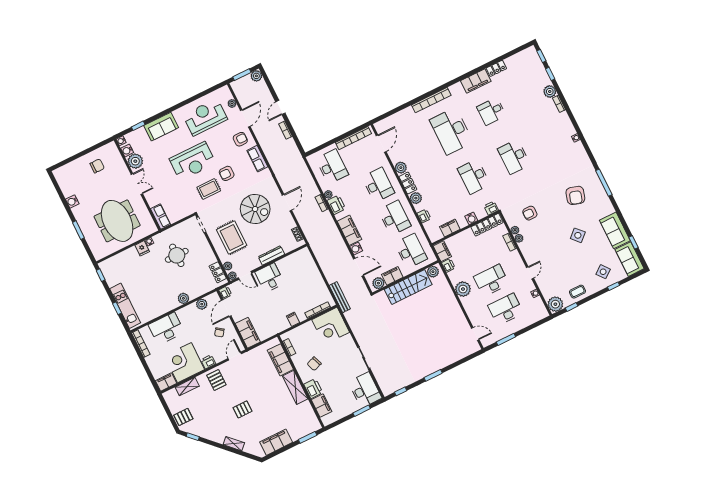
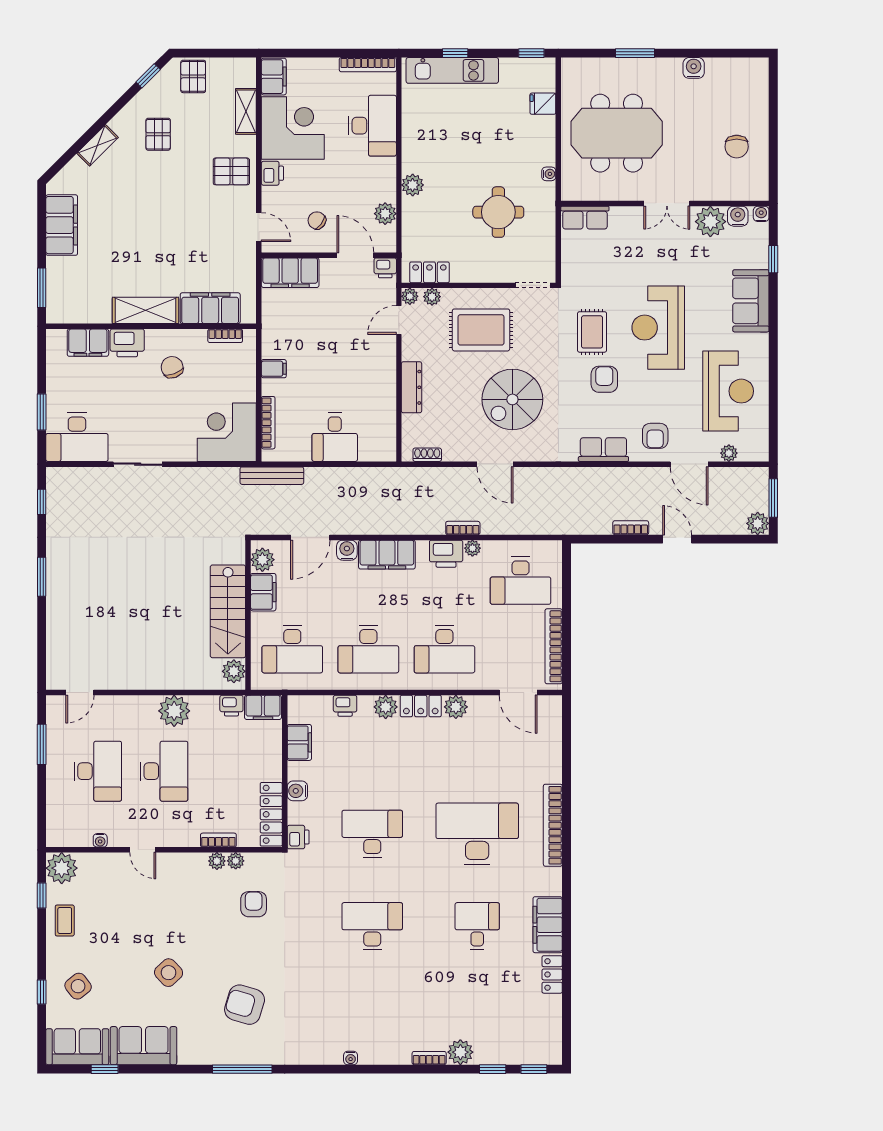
fridge: (142, 248) -> (543, 104), moved
desk: (270, 278) -> (335, 437), moved, turned 90
pallet: (243, 409) -> (158, 134), moved

